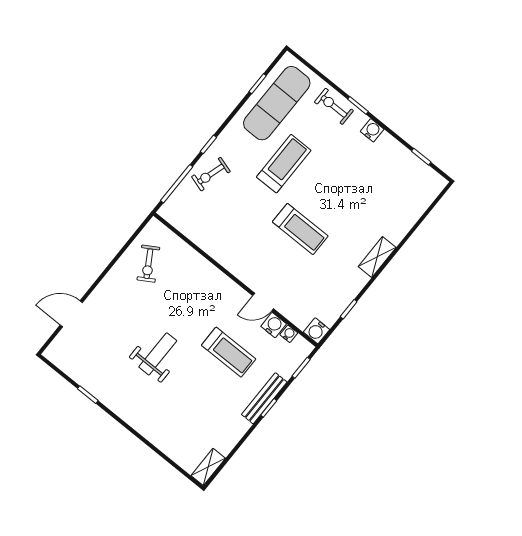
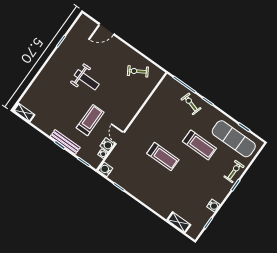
water cooler: (372, 130) -> (213, 206), moved
treadmill: (300, 229) -> (163, 157), turned -90
shelving: (377, 257) -> (179, 222), moved
door: (71, 314) -> (107, 29), swing flipped
treadmill: (229, 352) -> (90, 120), turned 180

